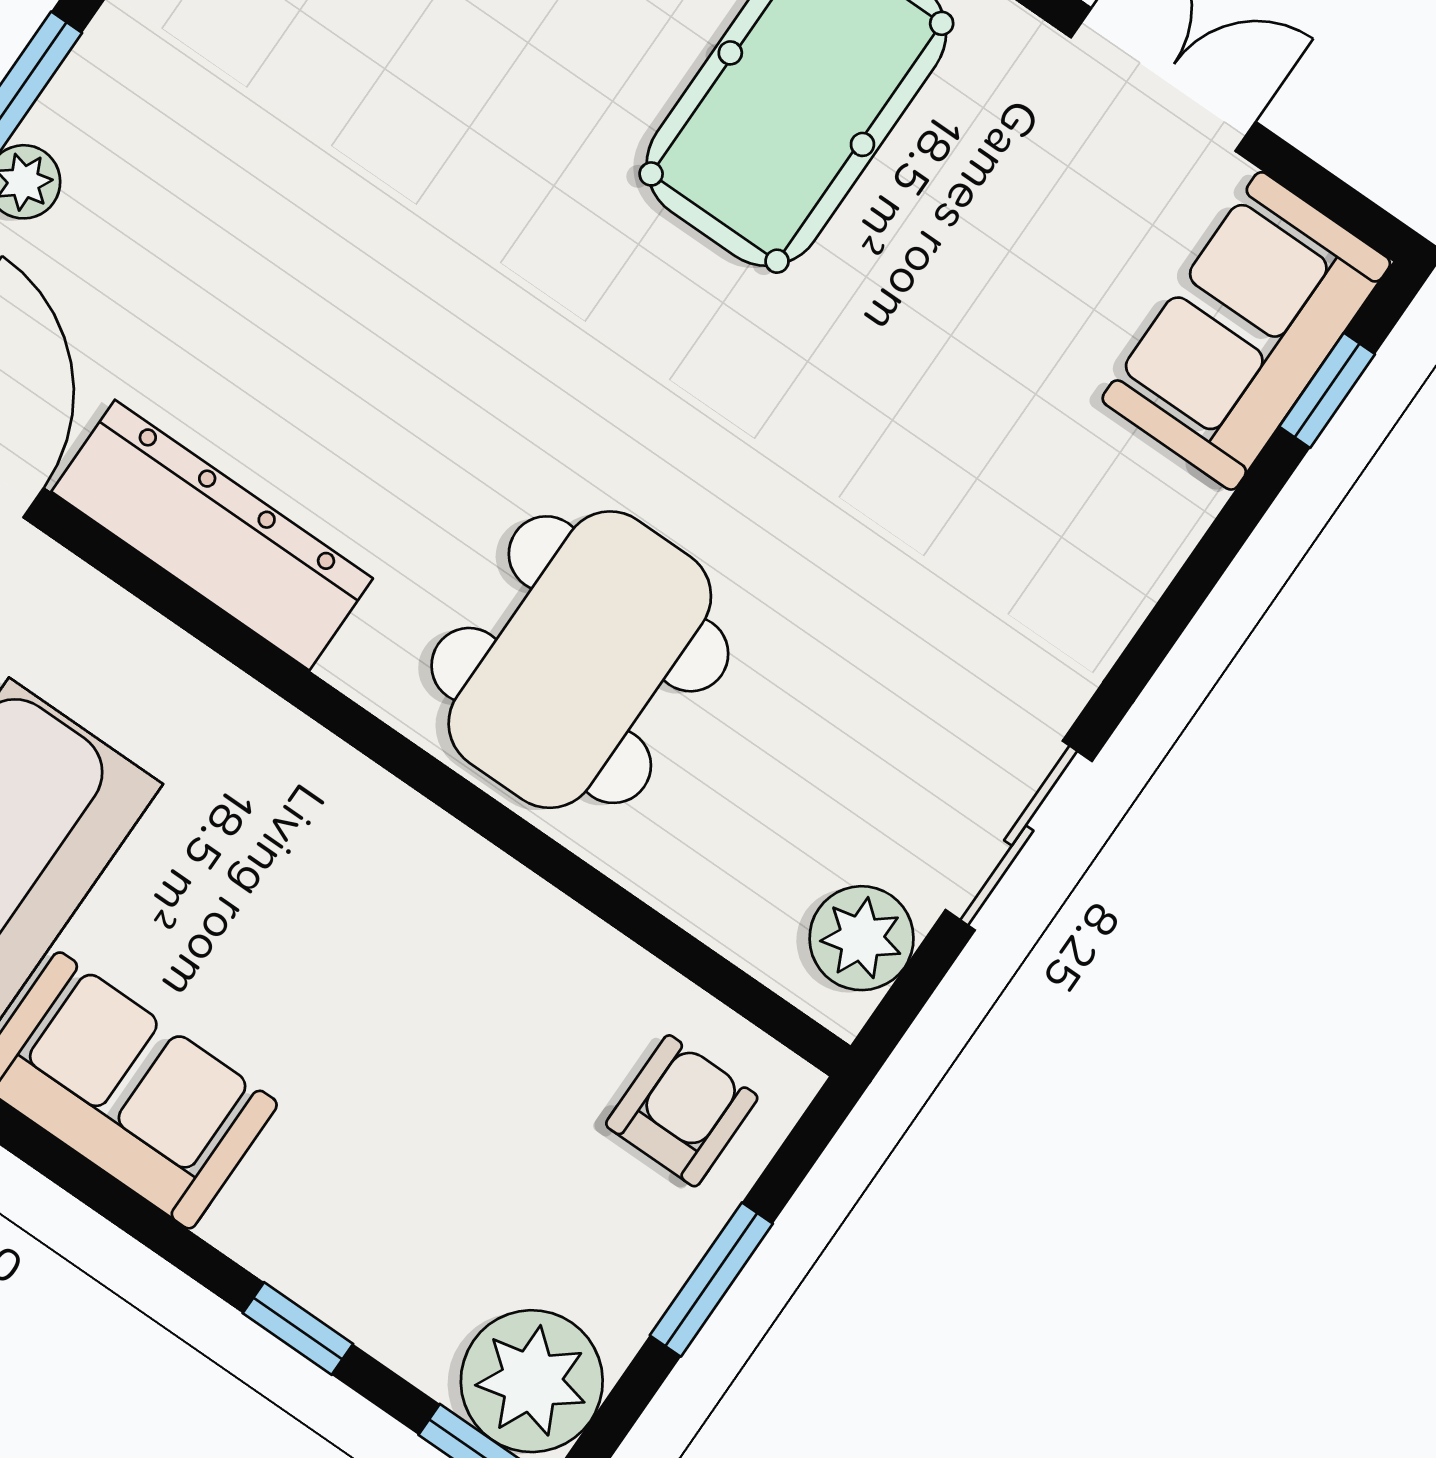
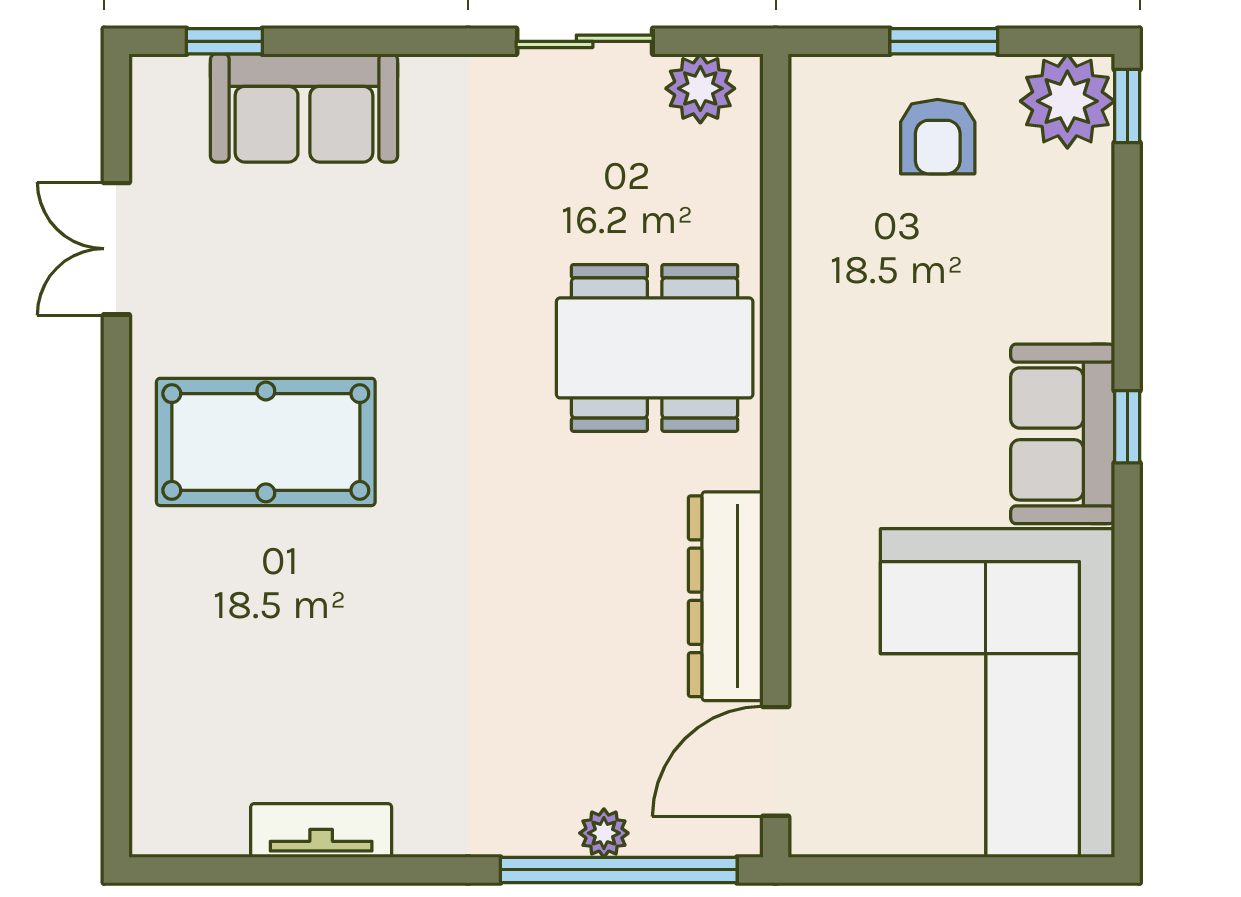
sofa: (1246, 331) -> (304, 108), moved
armchair: (682, 1111) -> (938, 137), moved, turned -90
window: (298, 1329) -> (1127, 427), moved

